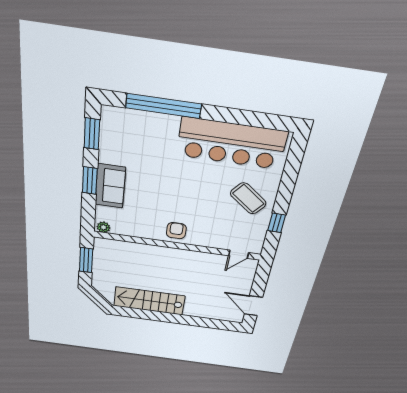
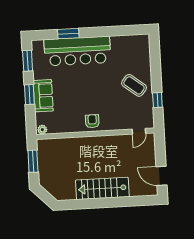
window: (163, 106) -> (68, 34), width x0.47
bar counter: (232, 143) -> (77, 51), moved
stairs: (149, 301) -> (102, 188), moved

